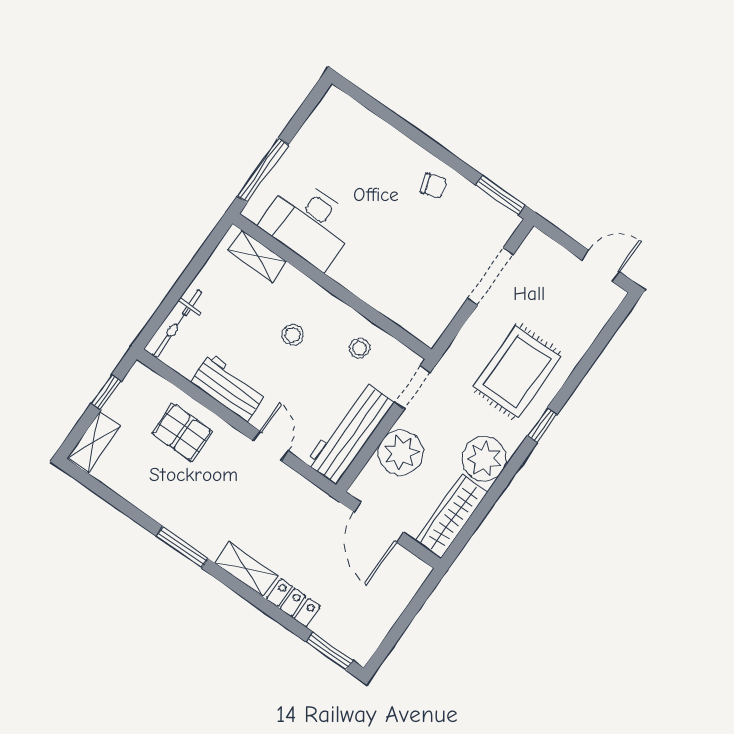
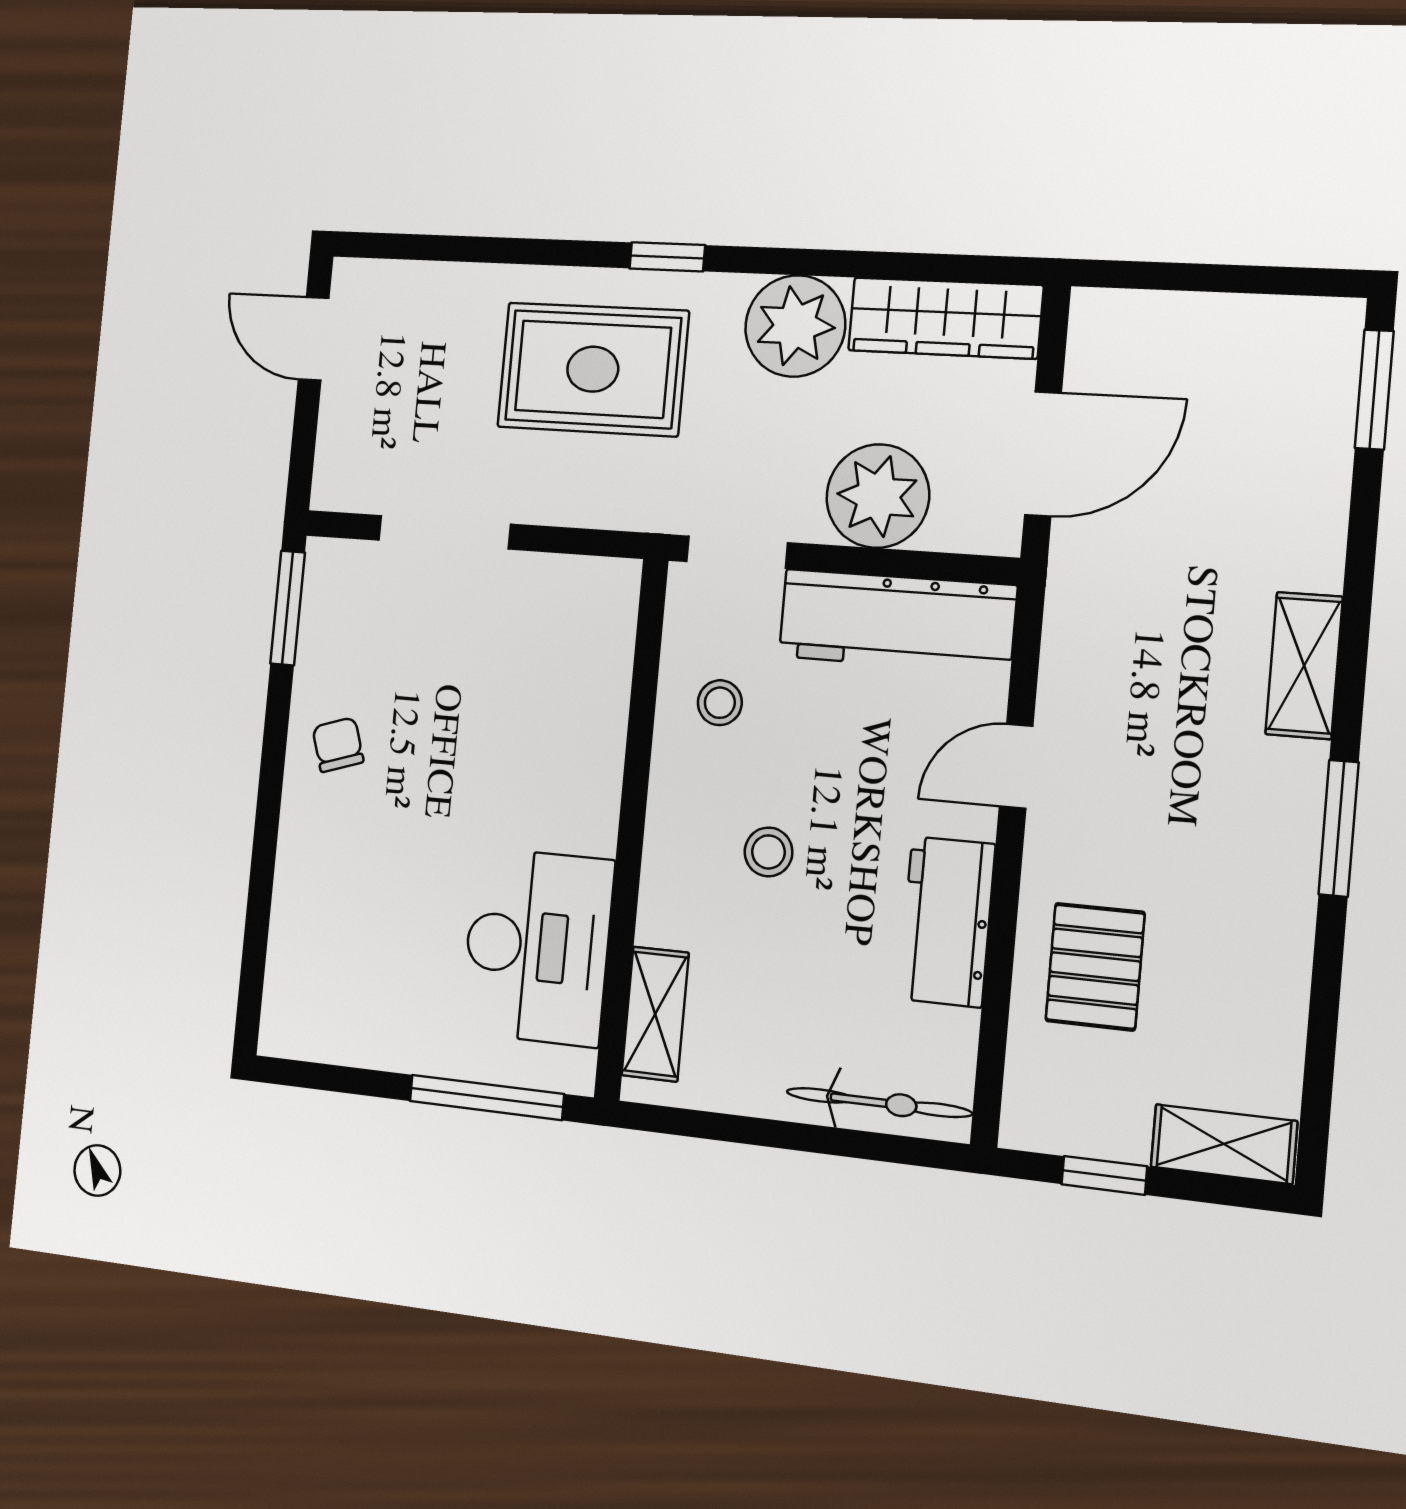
locker: (293, 603) -> (1316, 526), removed

